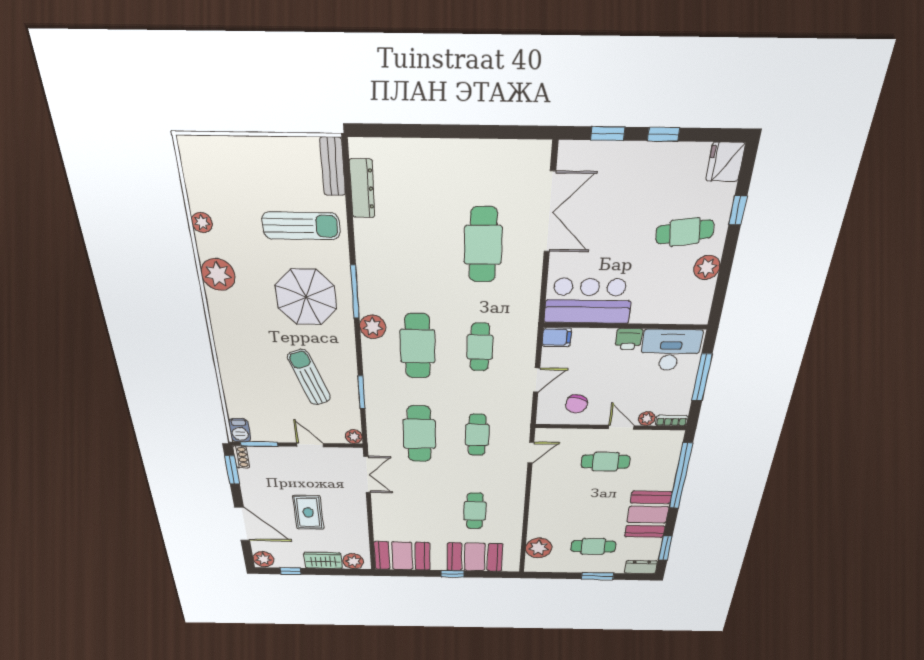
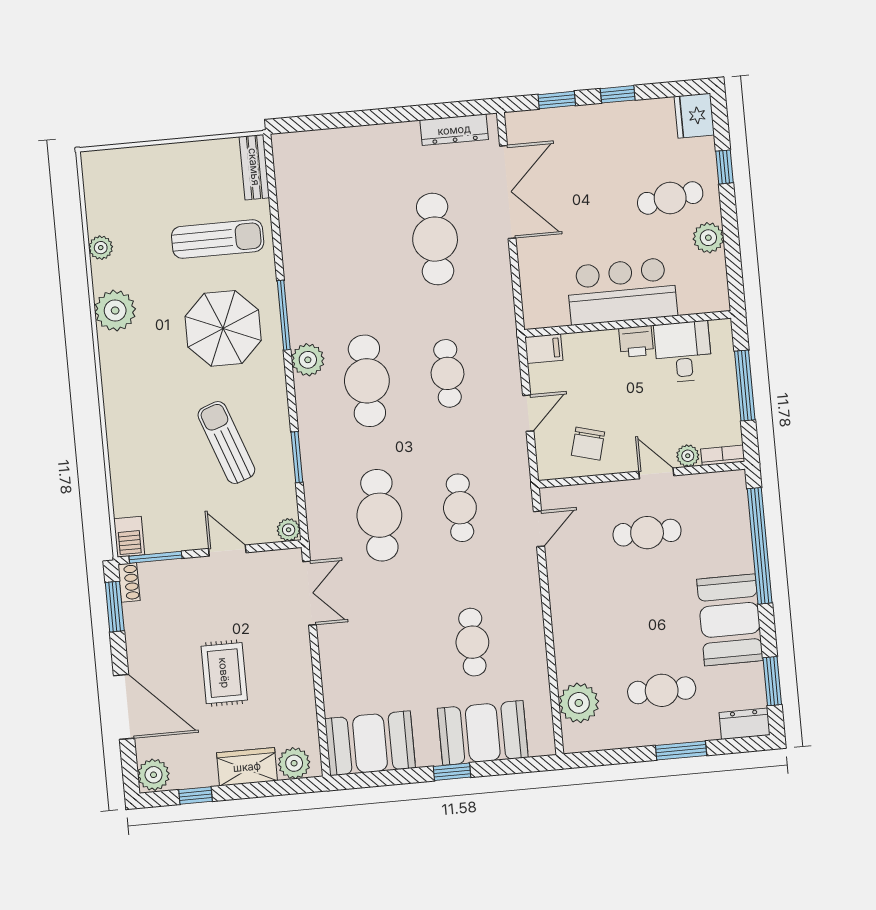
dresser: (362, 189) -> (454, 130), moved, turned 90
bar counter: (588, 301) -> (622, 291), moved
desk: (670, 350) -> (683, 352), width x0.73

